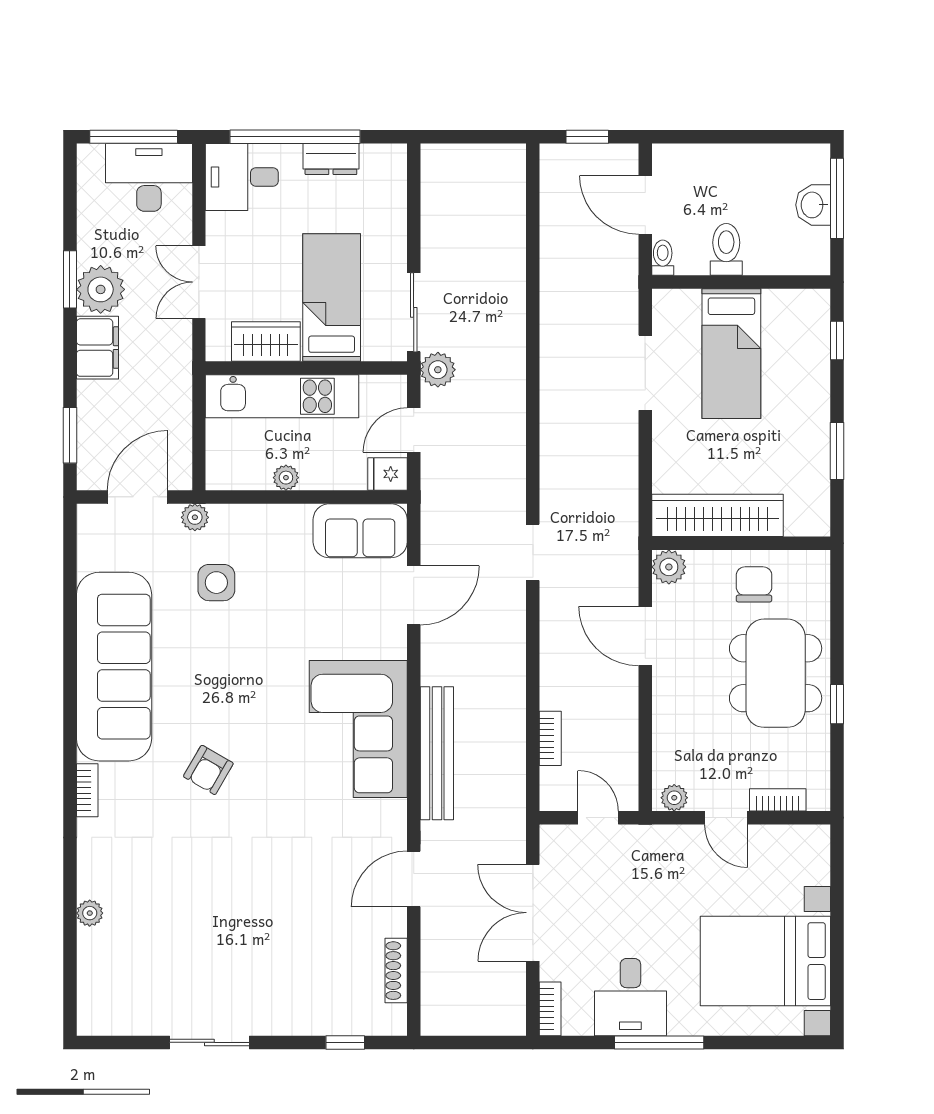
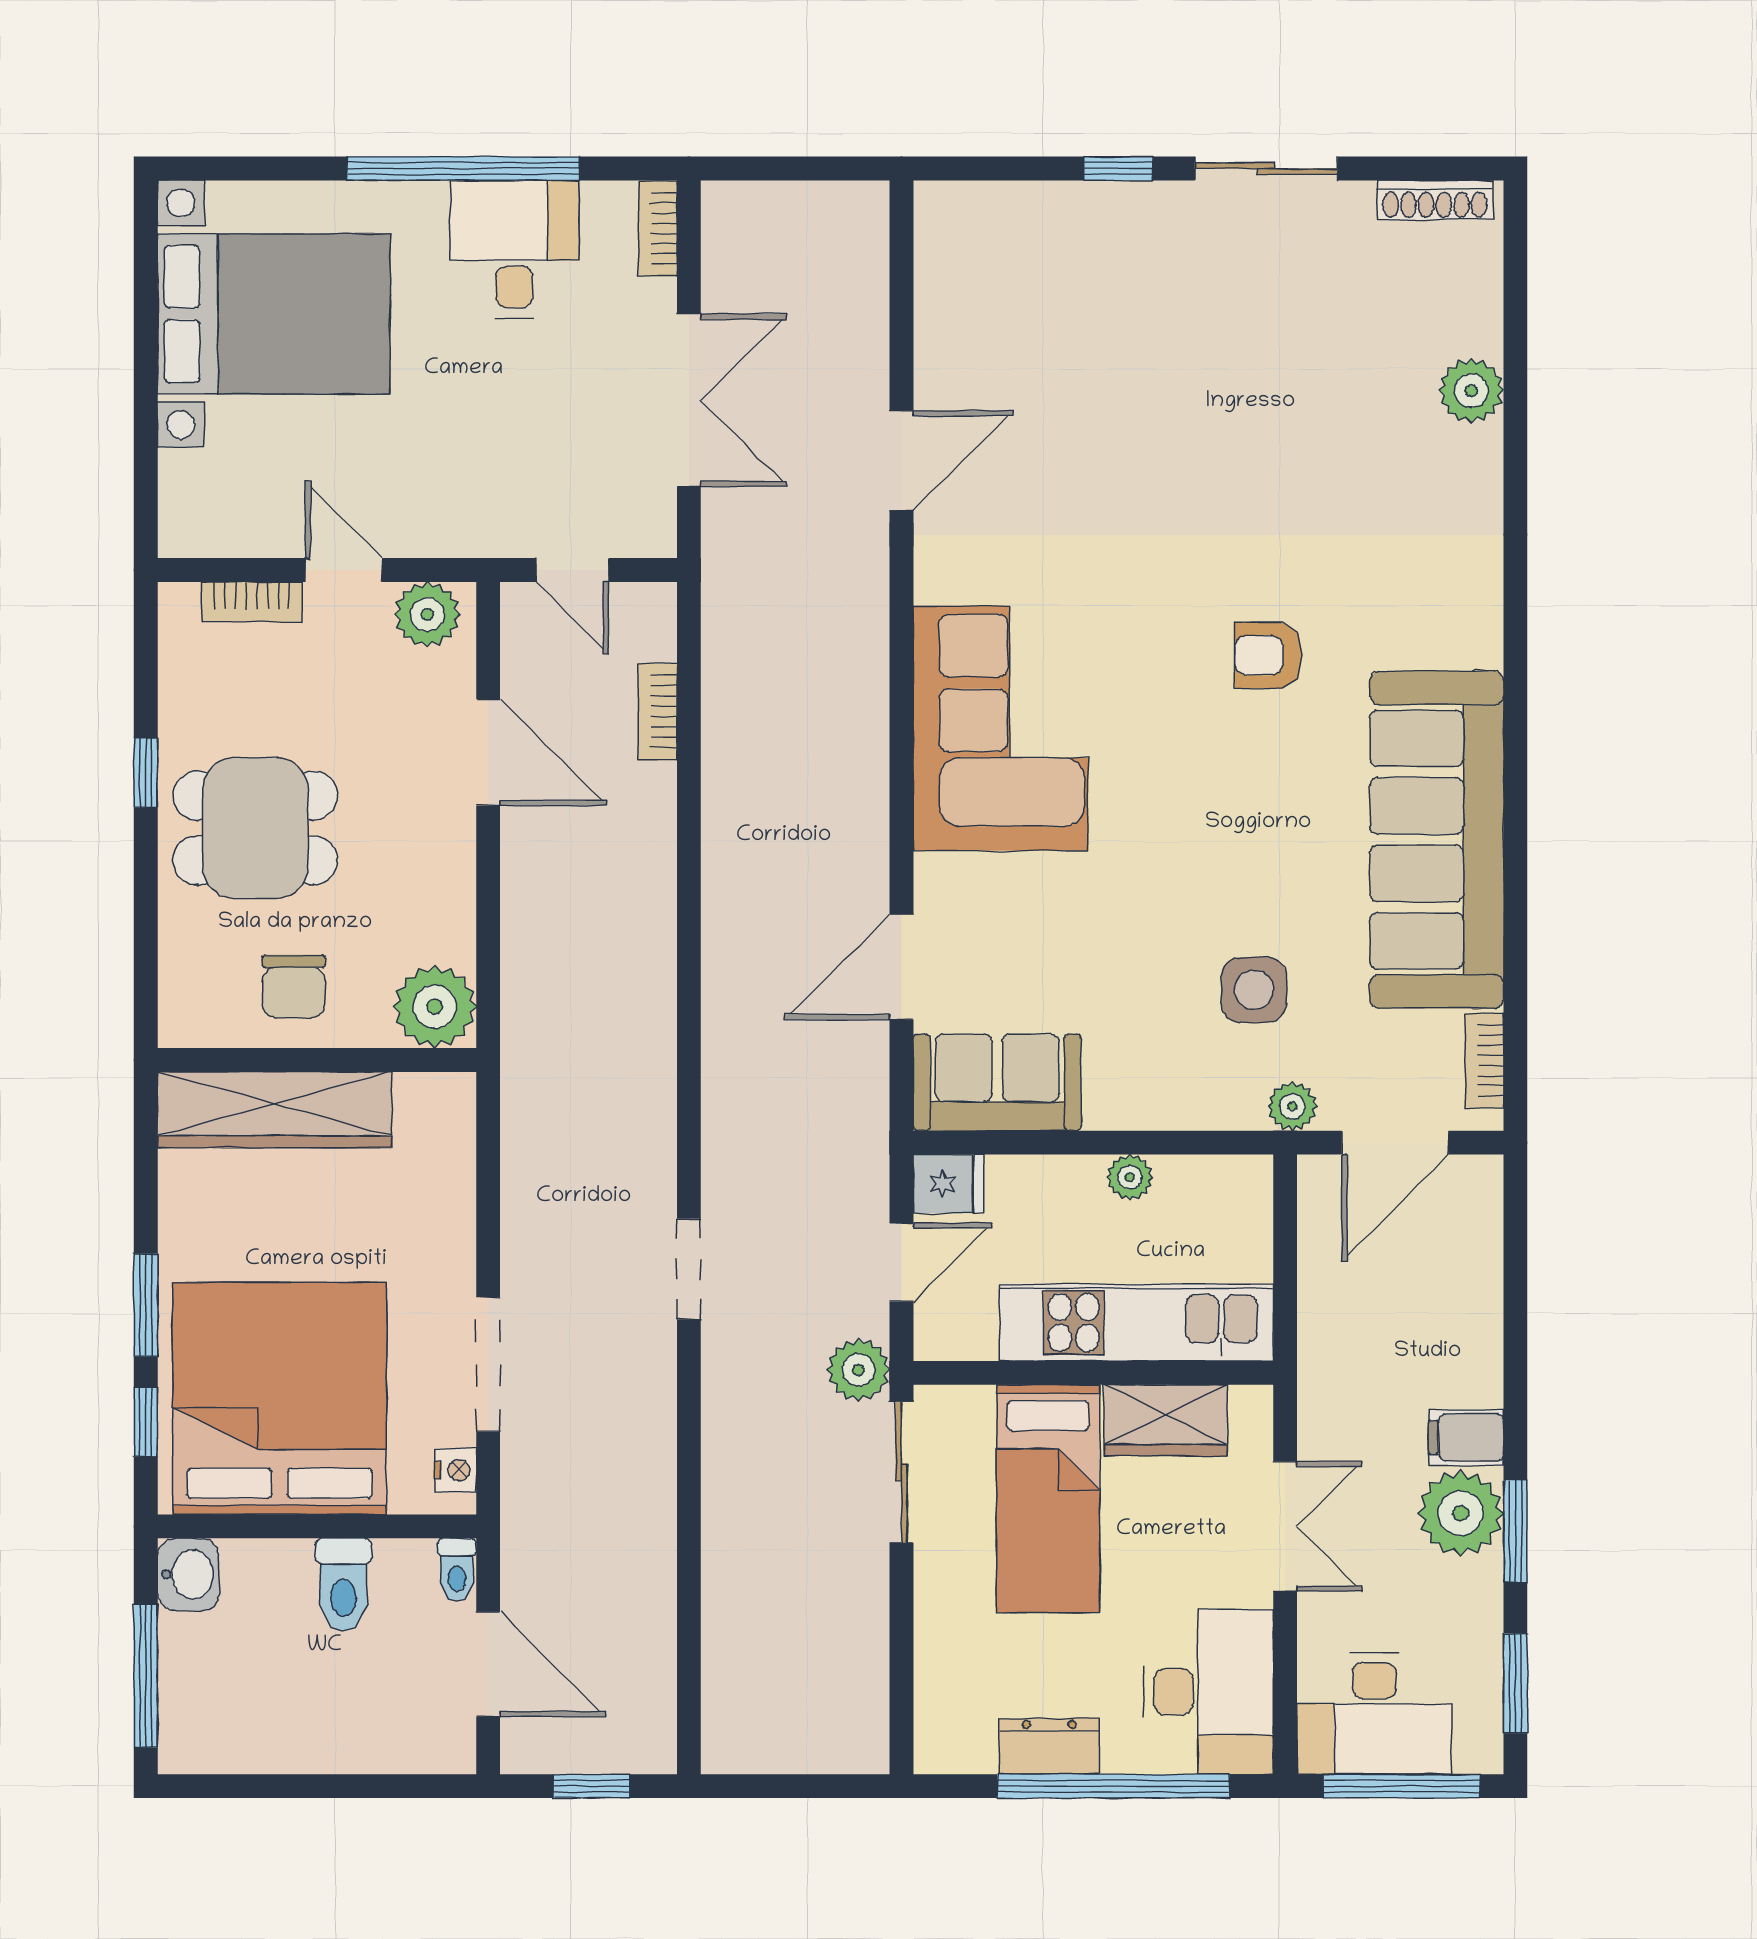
desk: (242, 177) -> (1208, 1692), width x1.37
washbasin: (813, 205) -> (188, 1575), moved
nightstand: (663, 314) -> (456, 1470), added
filing cabinet: (98, 348) -> (1466, 1438), width x0.50
bed: (731, 354) -> (280, 1399), width x2.04
window: (70, 435) -> (1515, 1683), moved
window: (837, 451) -> (146, 1305), moved
wardrobe: (717, 515) -> (275, 1110), moved
doorway: (533, 552) -> (689, 1269), moved
plant: (669, 567) -> (435, 1007), width x1.36, depth x1.36
door: (645, 636) -> (488, 752), moved
dining table: (776, 673) -> (255, 828), width x0.73
bench: (437, 753) -> (860, 685), removed
armchair: (208, 770) -> (1268, 655), turned -120
bookcase: (87, 790) -> (1485, 1061), moved
plant: (674, 798) -> (427, 615), width x1.38, depth x1.38
plant: (90, 913) -> (1471, 391), width x1.38, depth x1.38
shoe rack: (396, 971) -> (1435, 200), moved, turned 90
window: (345, 1042) -> (1118, 169), moved
window: (659, 1042) -> (463, 169), width x1.46

